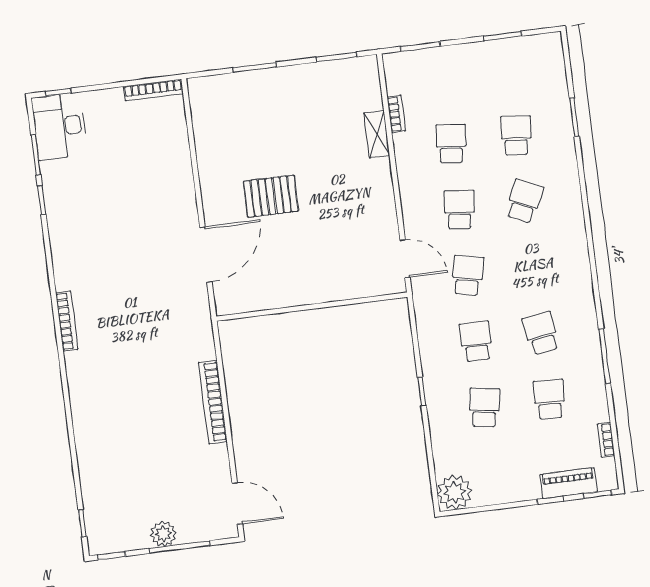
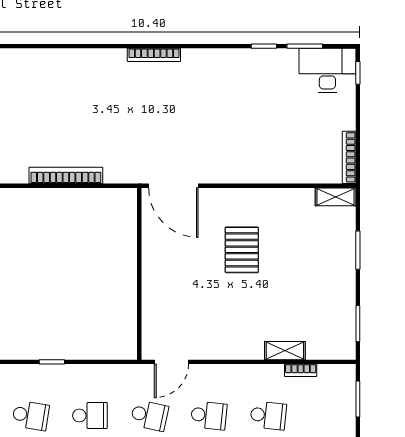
shelving: (199, 100) -> (336, 197), added
door: (206, 255) -> (173, 186), moved

